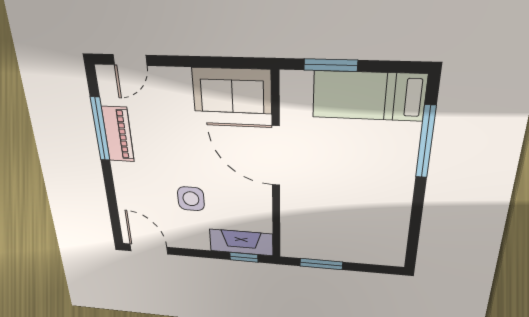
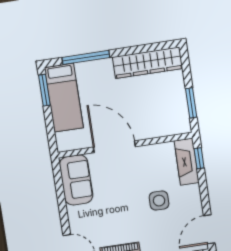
window: (331, 65) -> (44, 90), moved
door: (276, 156) -> (114, 147), swing flipped
wardrobe: (393, 224) -> (148, 63), added

